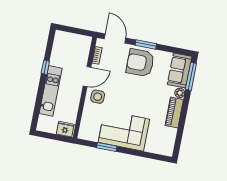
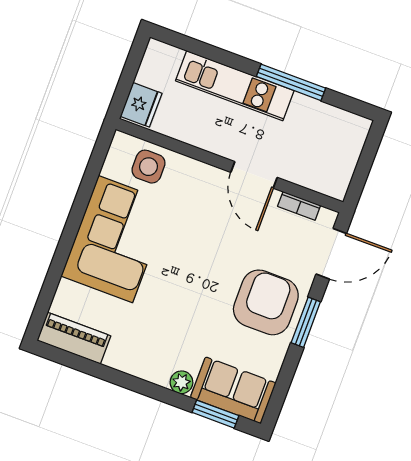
window: (45, 67) -> (291, 82), width x2.17
window: (191, 76) -> (215, 414), width x0.69
side table: (98, 97) -> (148, 167), moved
piano: (174, 113) -> (74, 338), moved
window: (107, 147) -> (84, 194), removed

